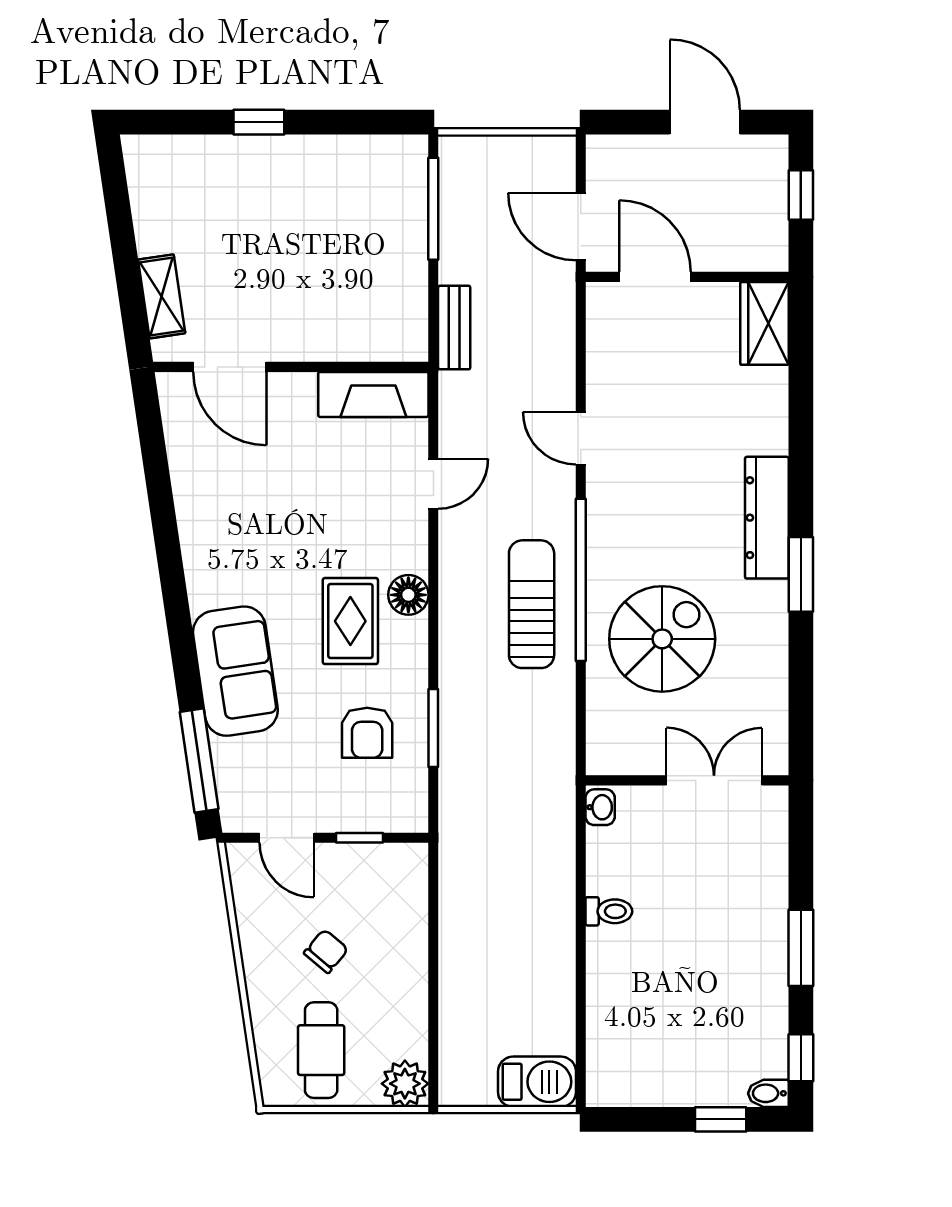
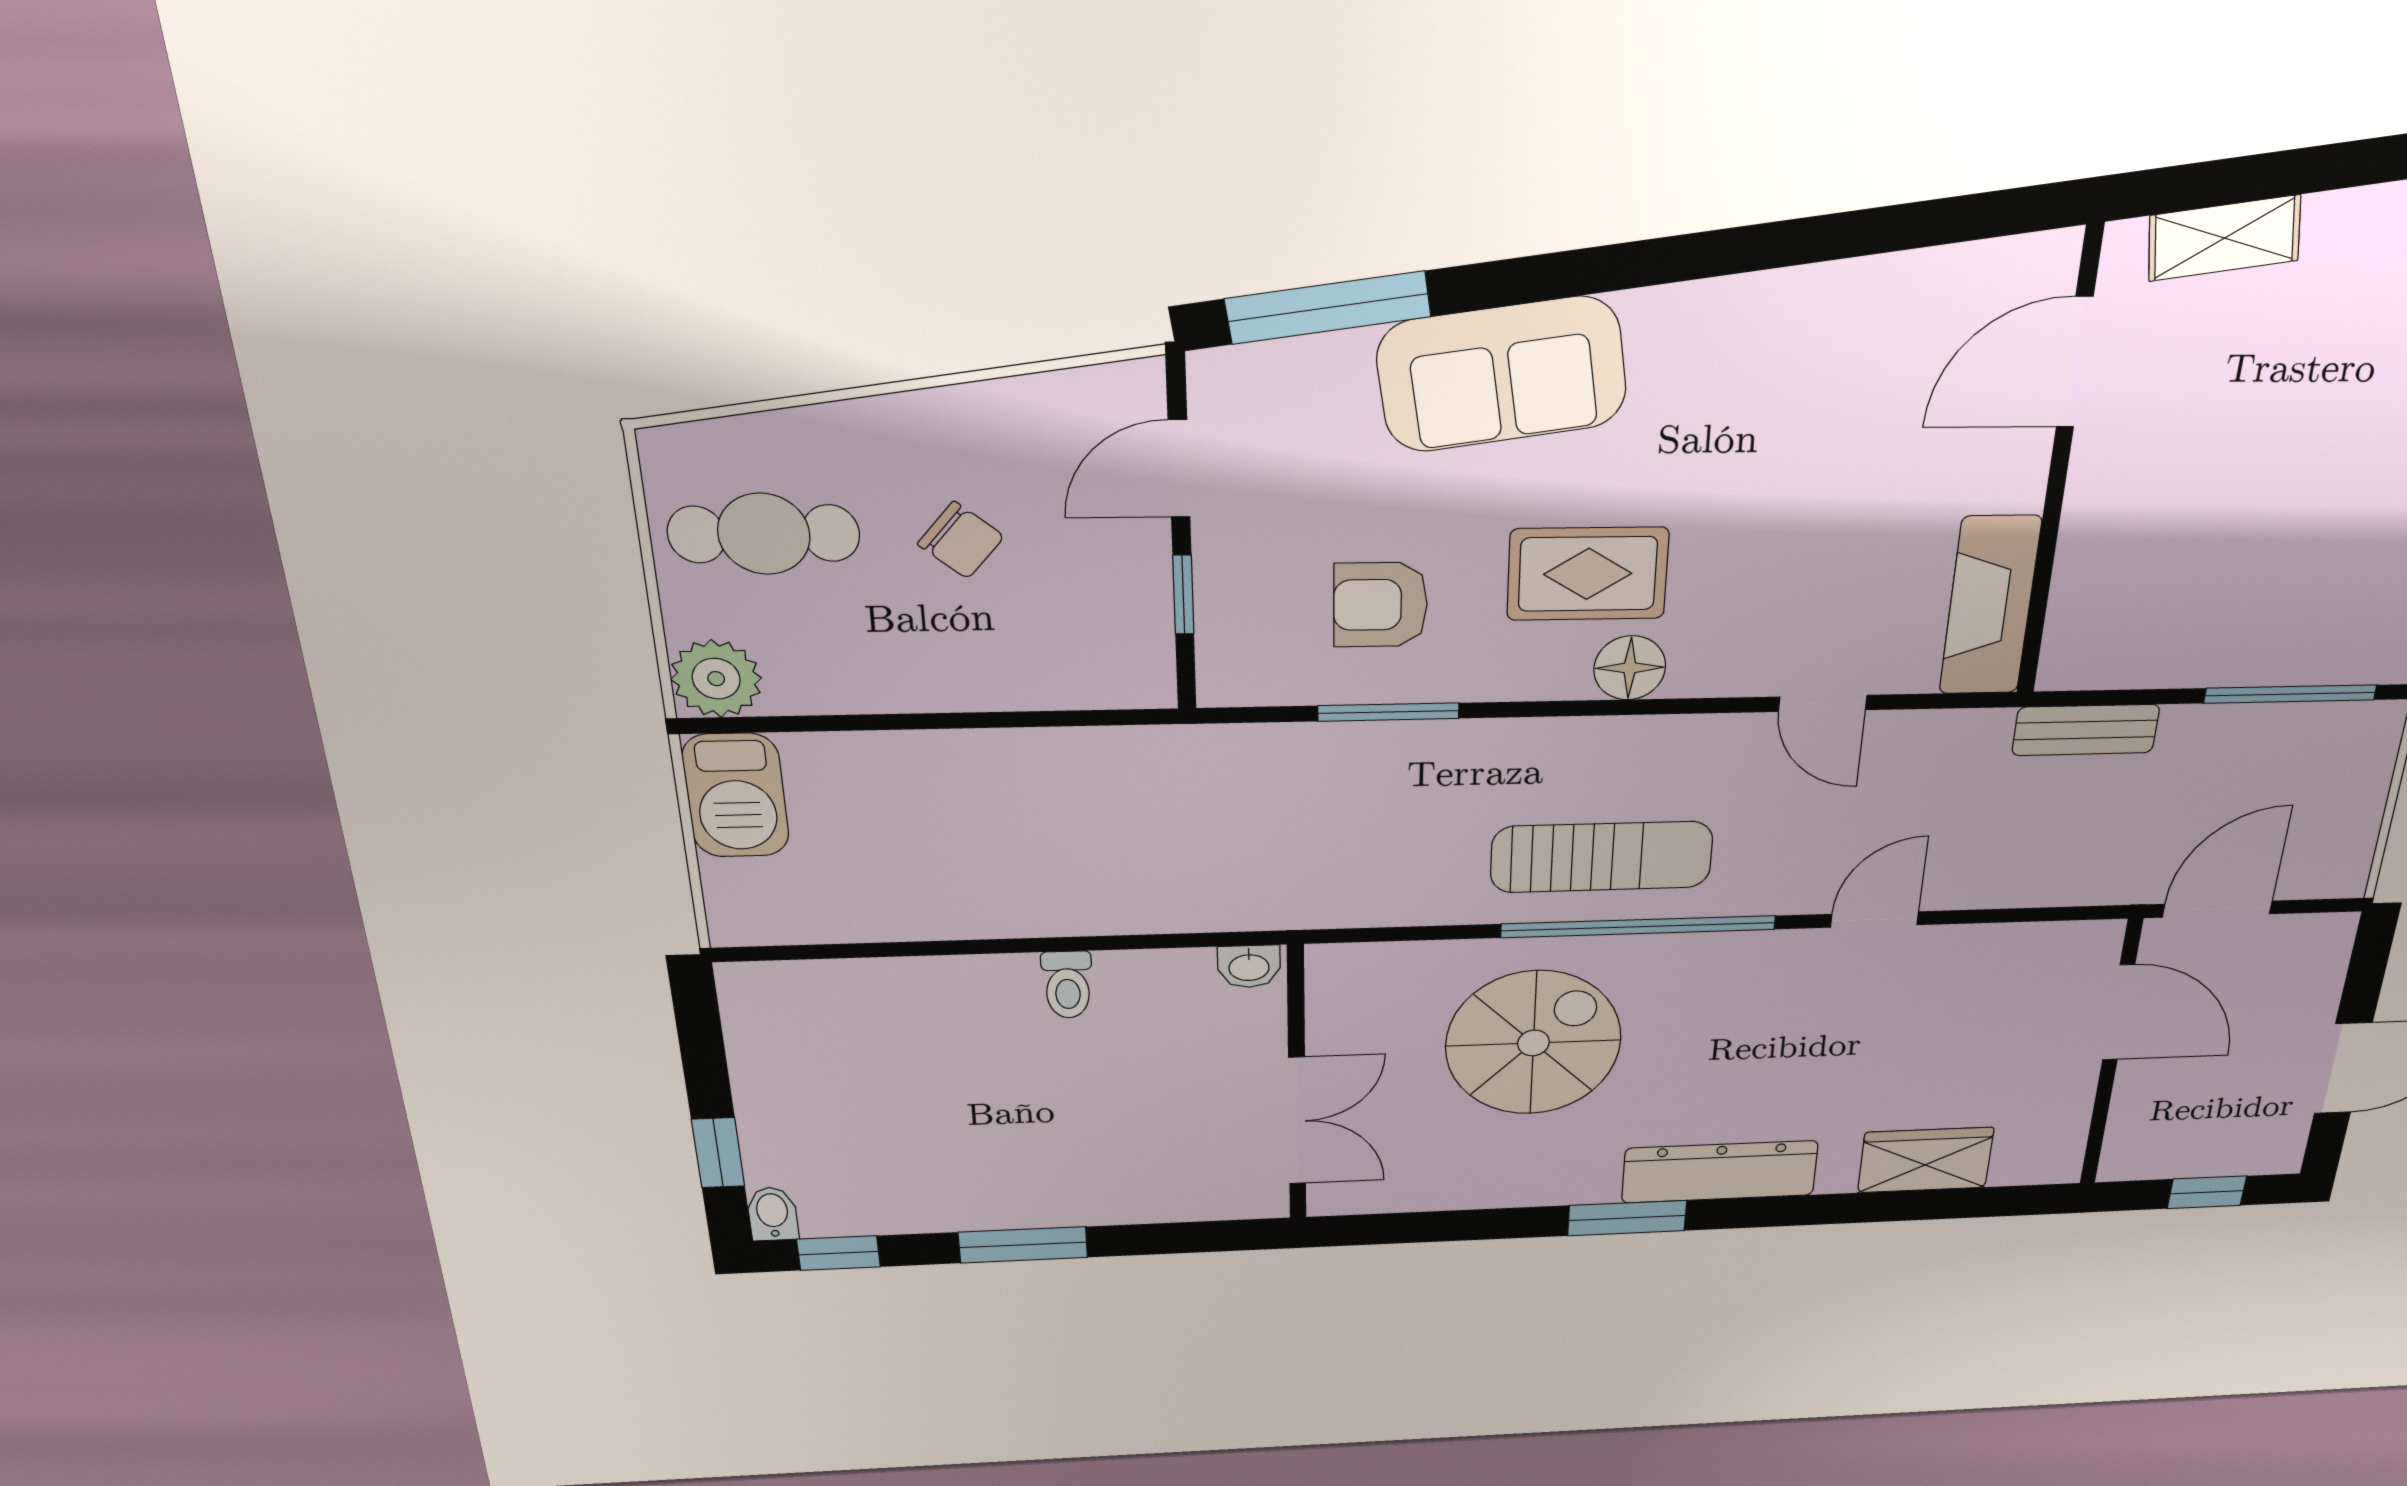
door: (655, 277) -> (2119, 1013), hinge flipped
wardrobe: (764, 323) -> (1926, 1160), moved
spiral stairs: (662, 639) -> (1533, 1043), turned -90
barbecue: (537, 1082) -> (736, 795), moved

